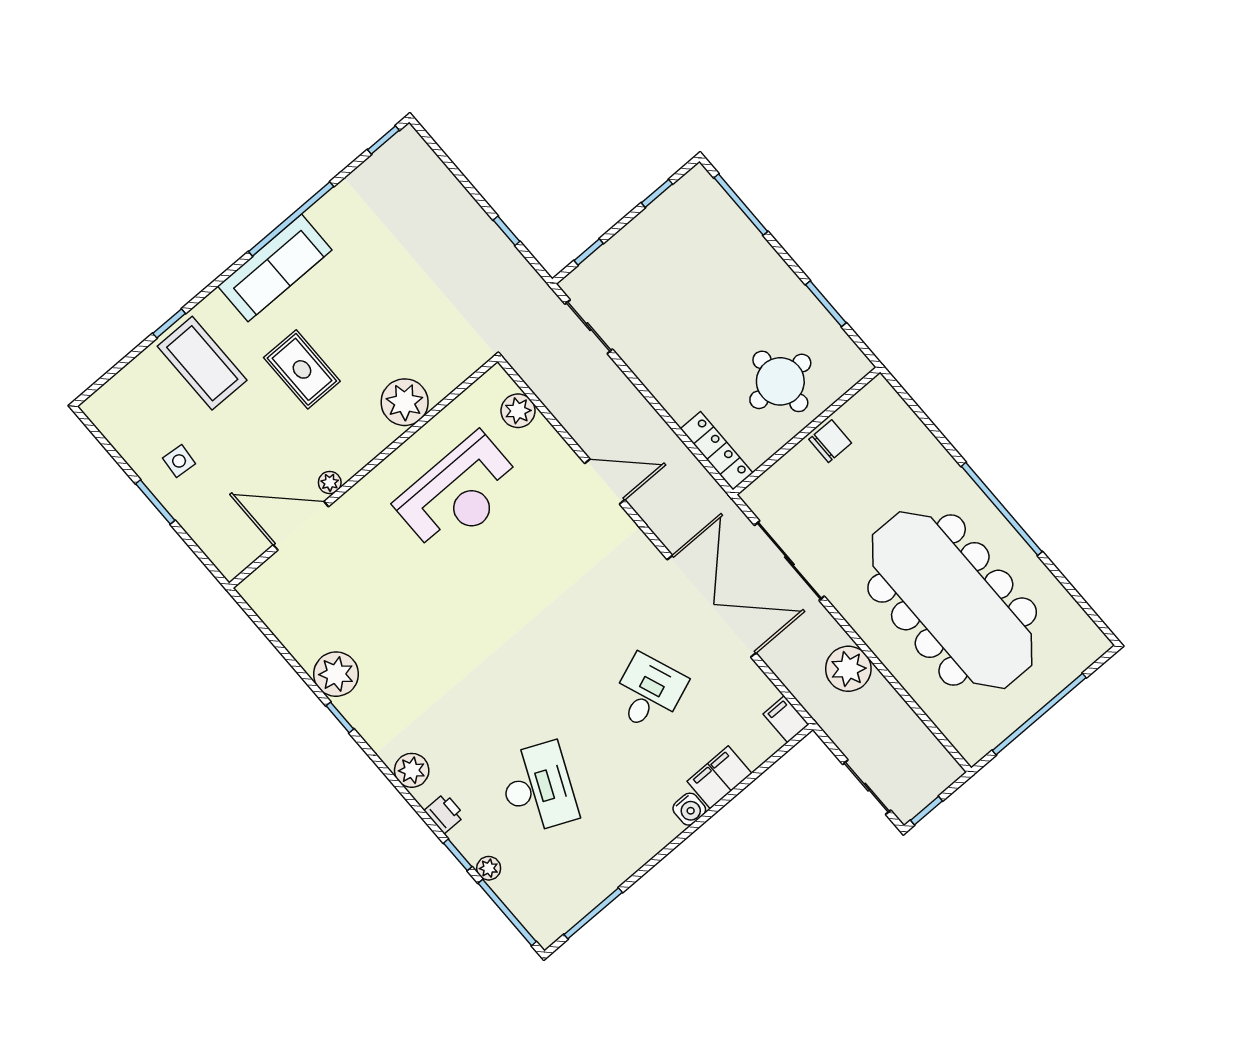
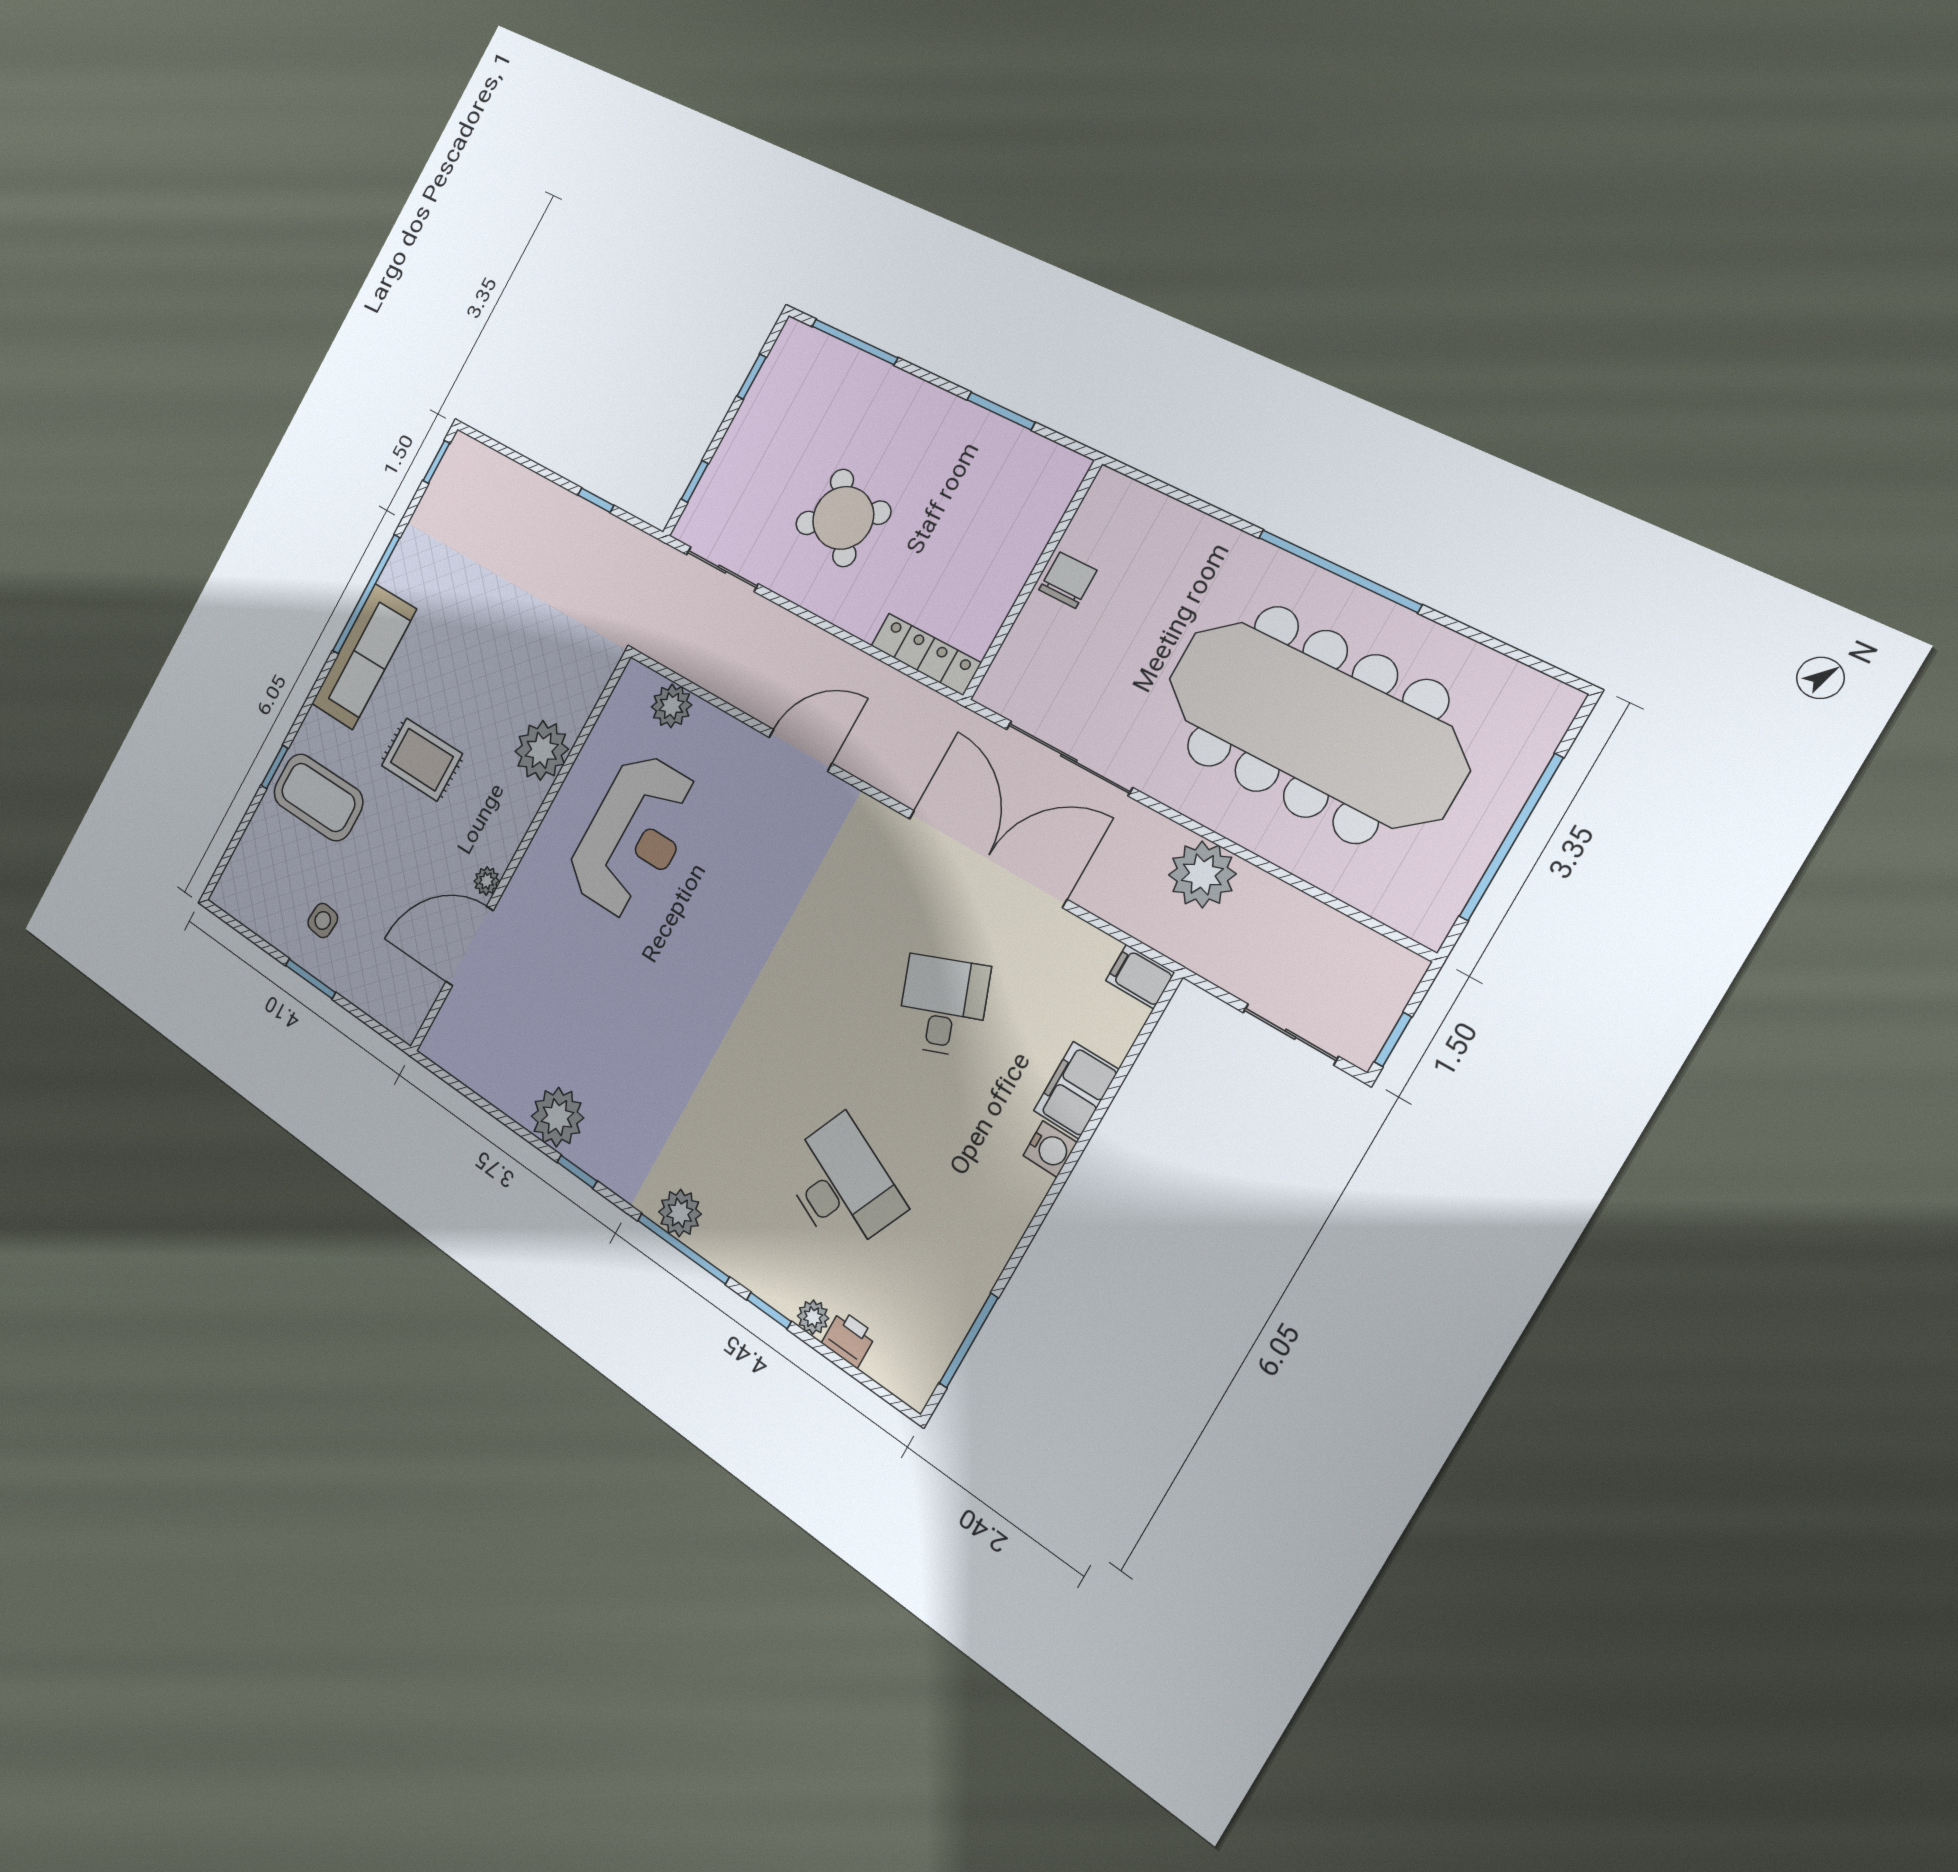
round table: (780, 381) -> (843, 518), moved, turned -33
printer: (444, 813) -> (849, 1339), moved
window: (507, 912) -> (683, 1248), moved

